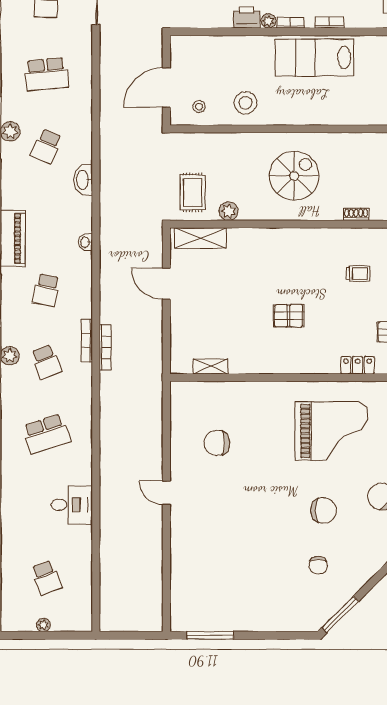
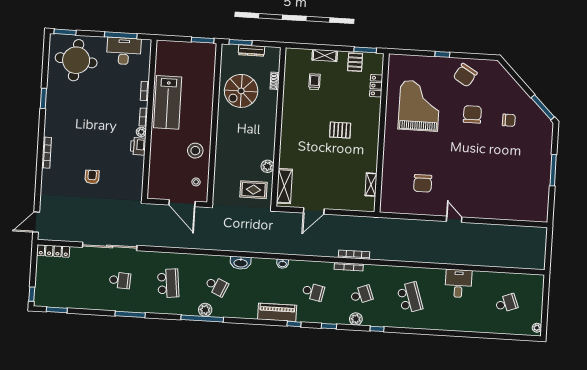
spiral stairs: (294, 176) -> (241, 91), moved, turned -90
pallet: (289, 316) -> (340, 130), turned 90
door: (166, 493) -> (454, 219), swing flipped
plant: (43, 625) -> (537, 328), moved
window: (210, 635) -> (553, 170), moved

